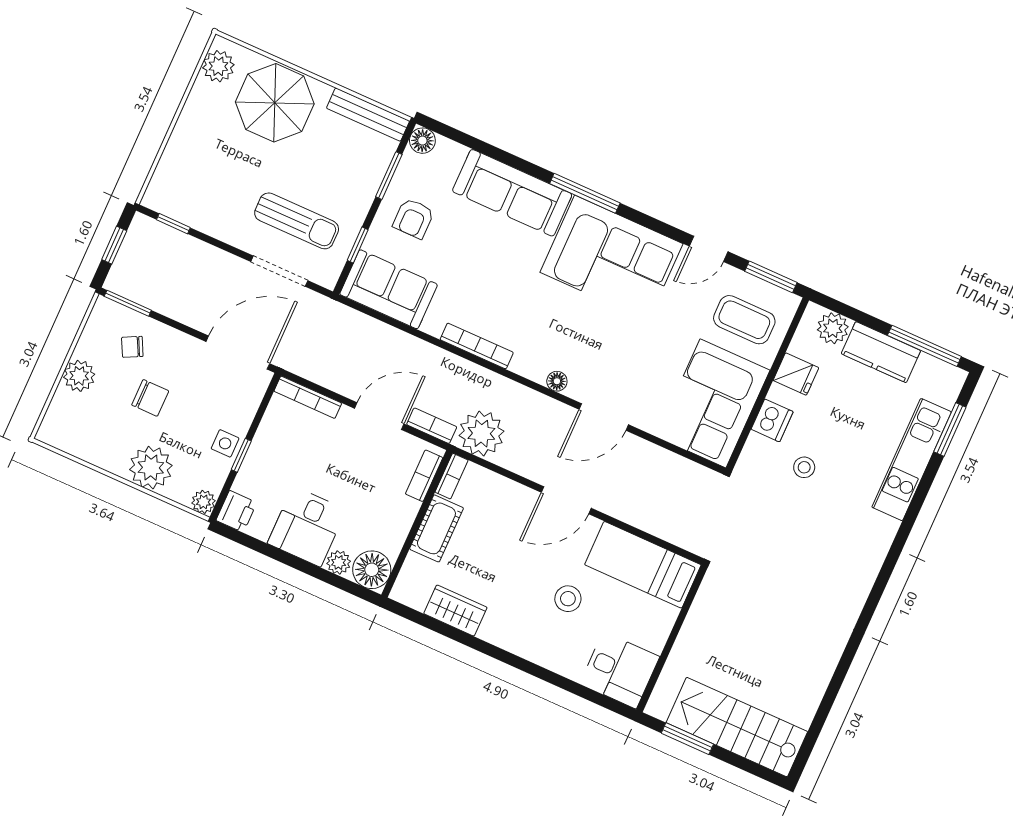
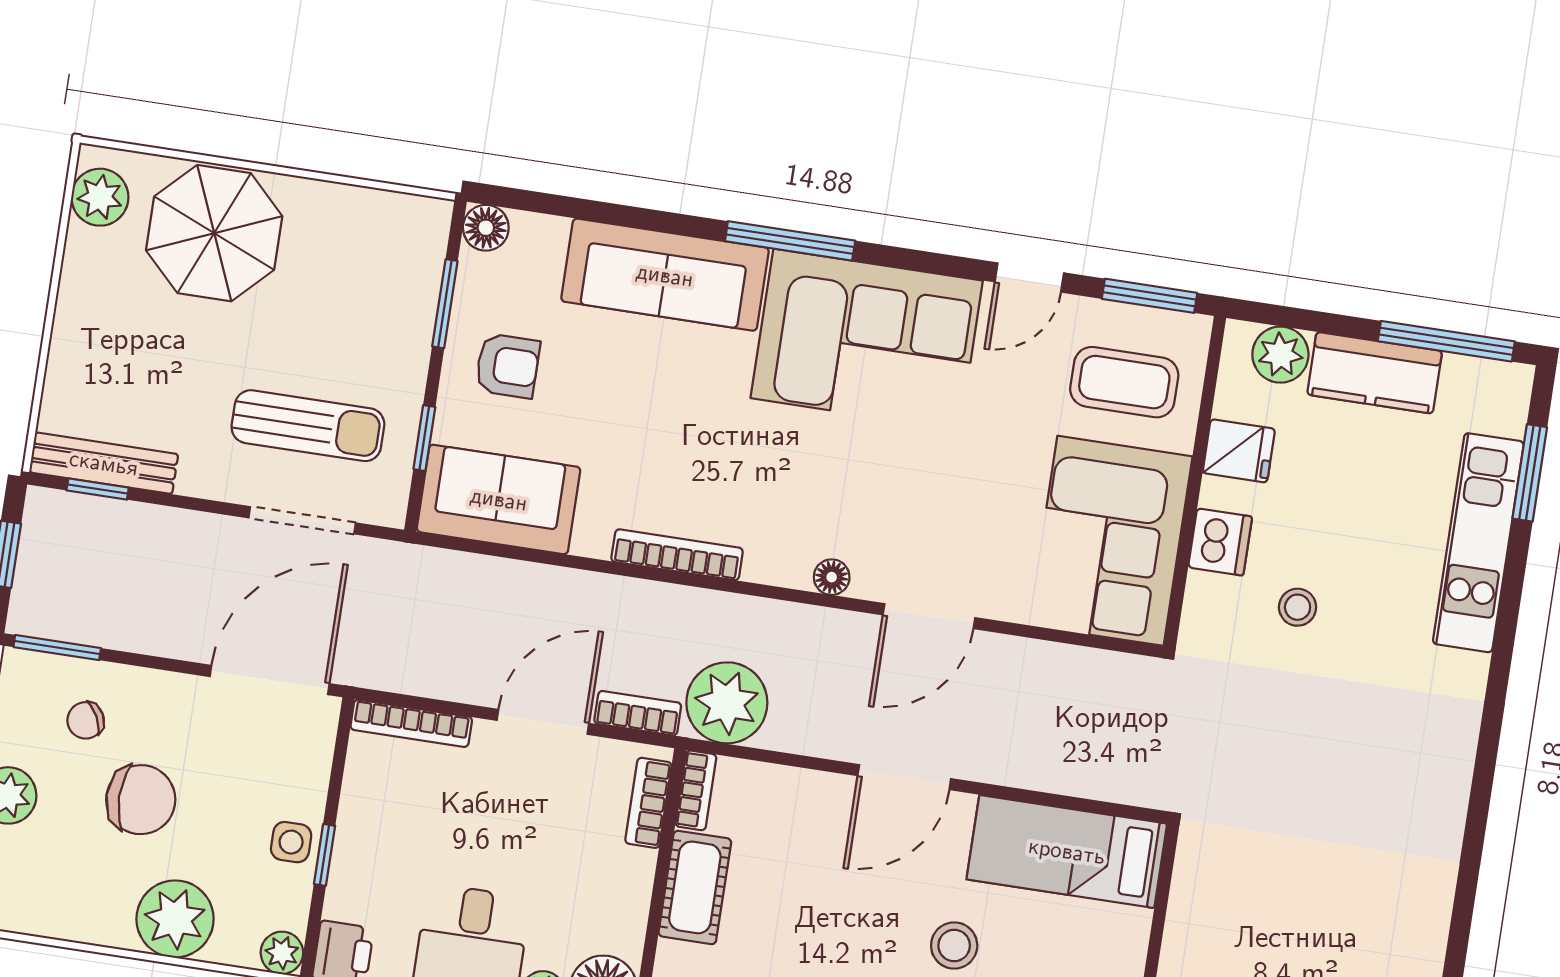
bench: (368, 115) -> (104, 463), moved
armchair: (413, 218) -> (508, 366), turned -90
chair: (150, 398) -> (141, 800), width x1.37, depth x1.37

